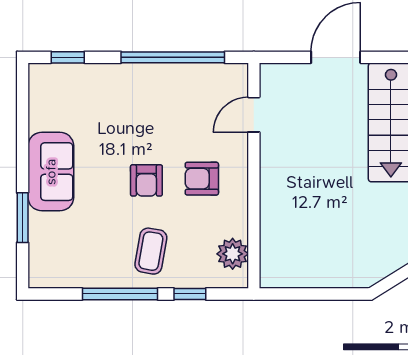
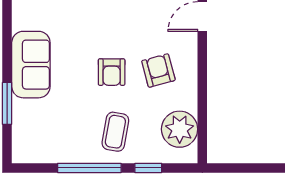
armchair: (202, 179) -> (158, 71), turned 75
plant: (233, 254) -> (180, 129), width x1.36, depth x1.36

